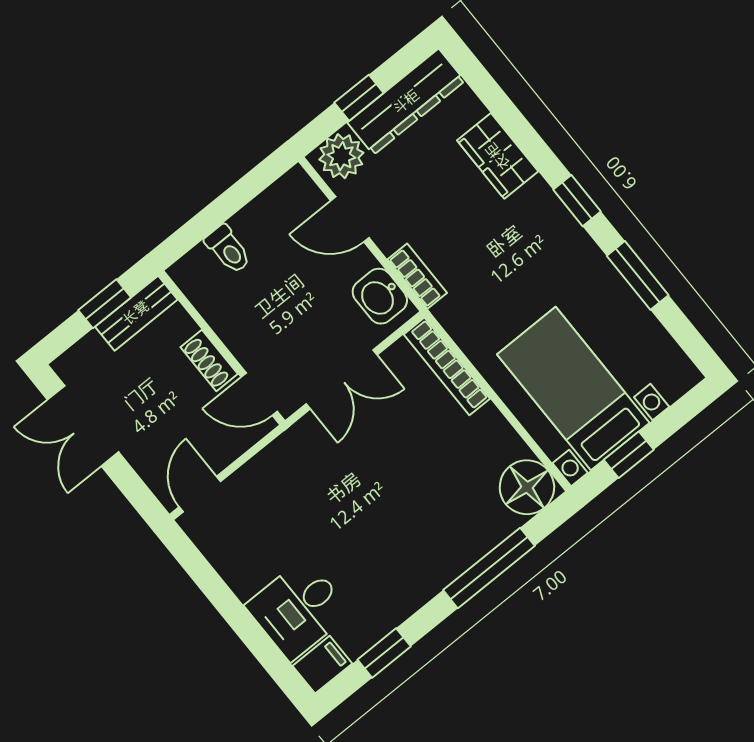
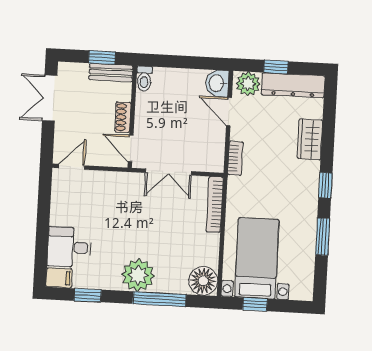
toilet: (228, 249) -> (144, 79), moved
washbasin: (380, 296) -> (217, 83), moved
plant: (429, 561) -> (138, 275), added

